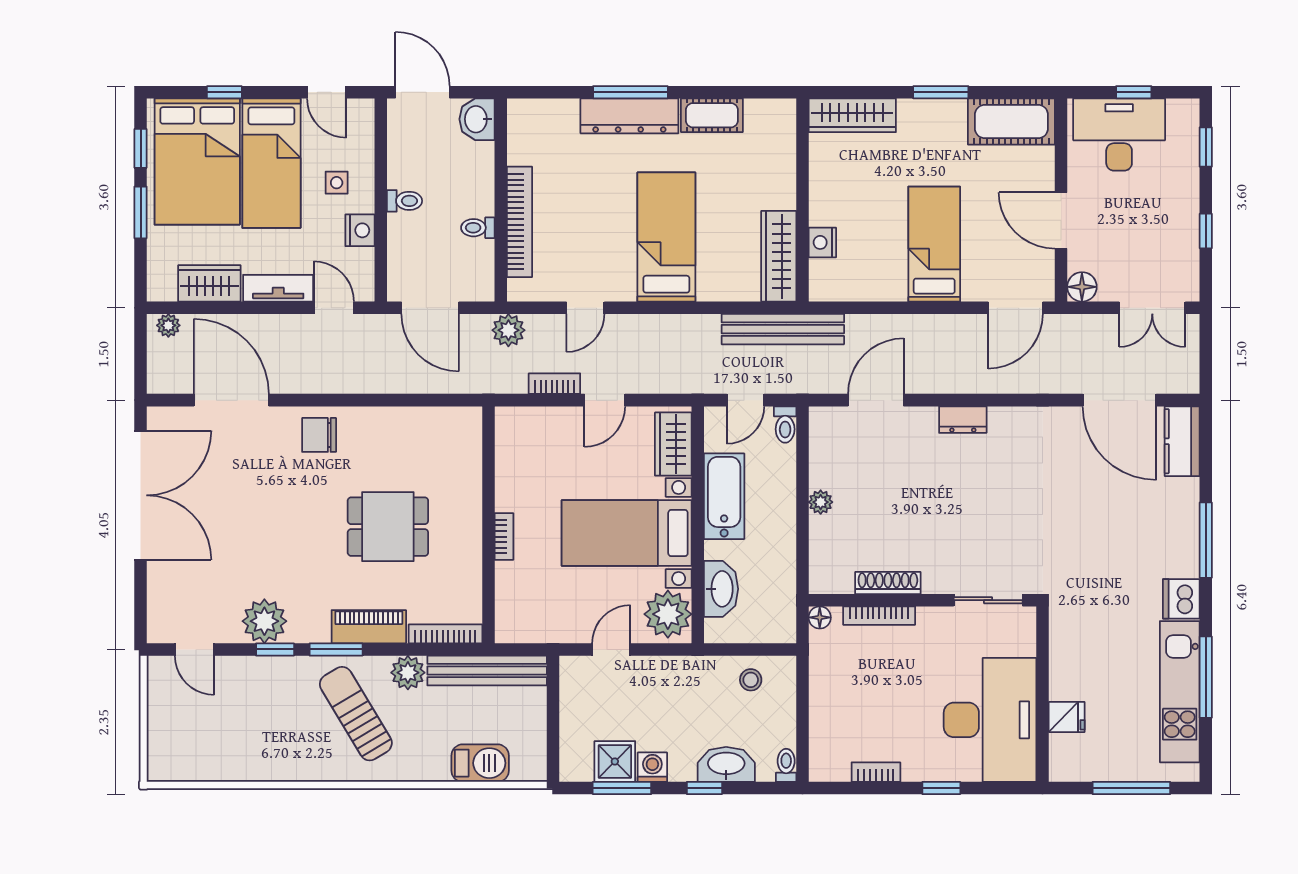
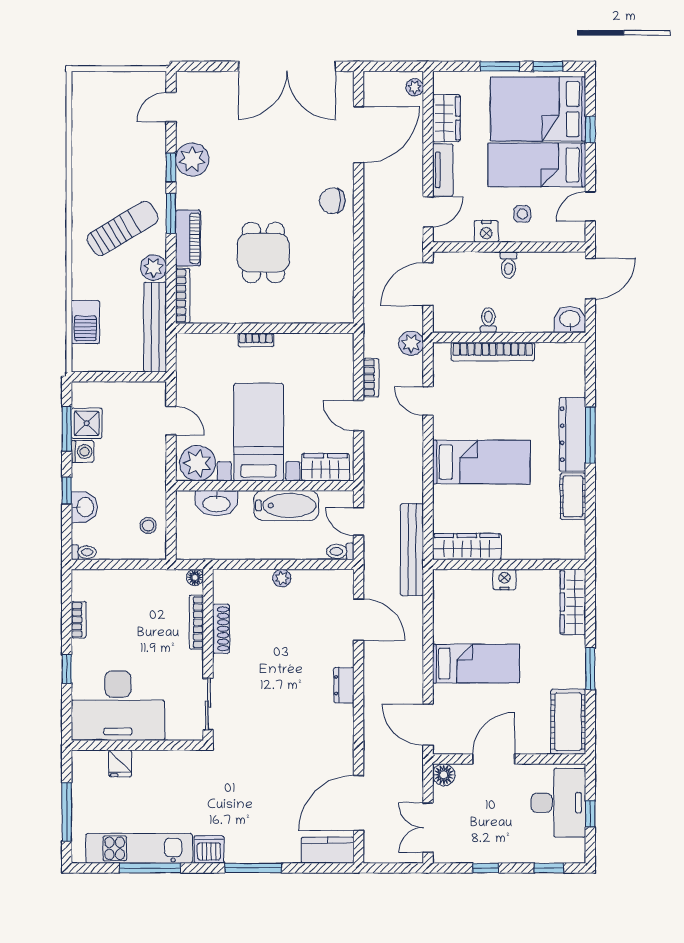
nightstand: (822, 242) -> (504, 579), moved
chair: (319, 435) -> (332, 201), turned -90
washbasin: (726, 764) -> (84, 507), width x0.72

